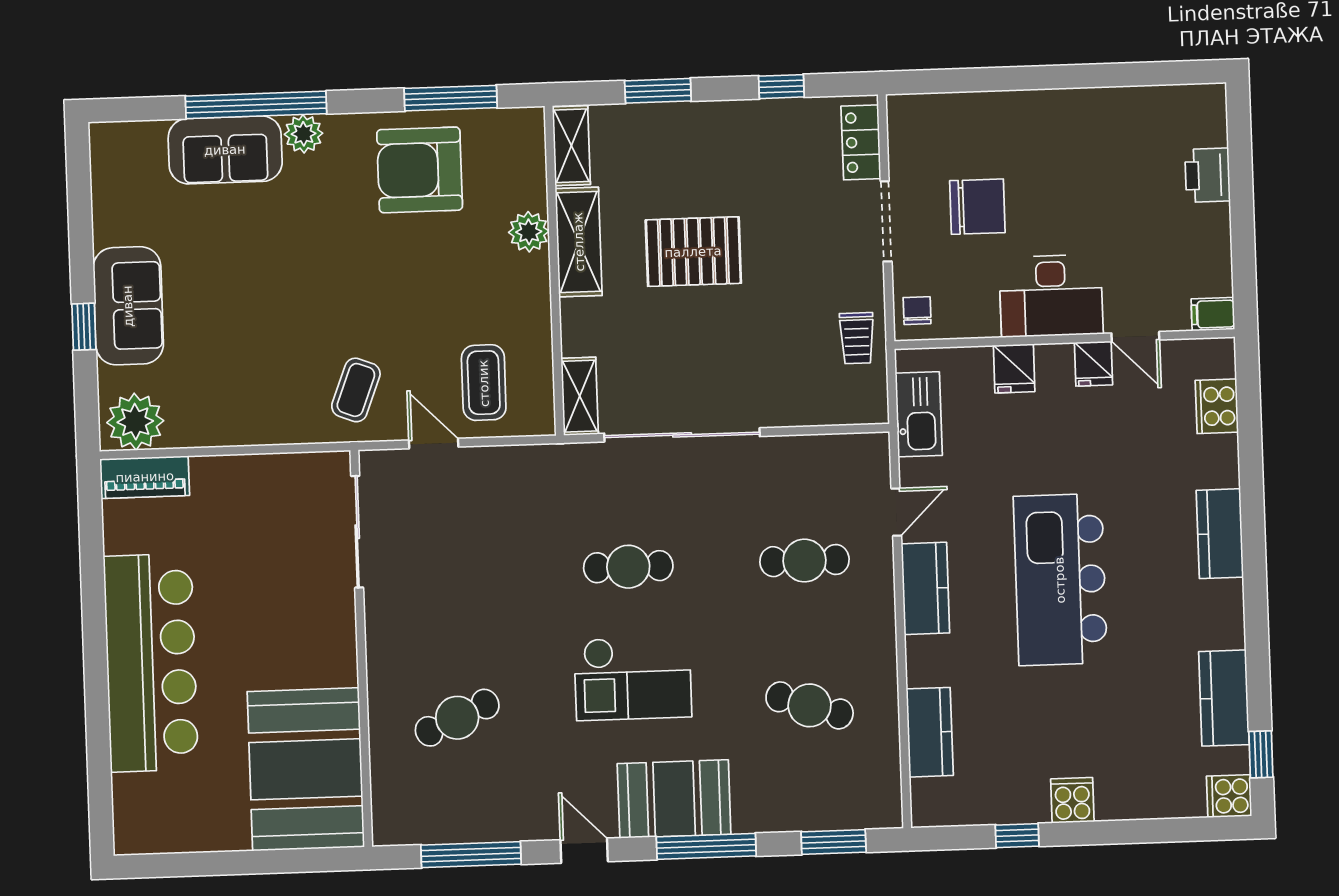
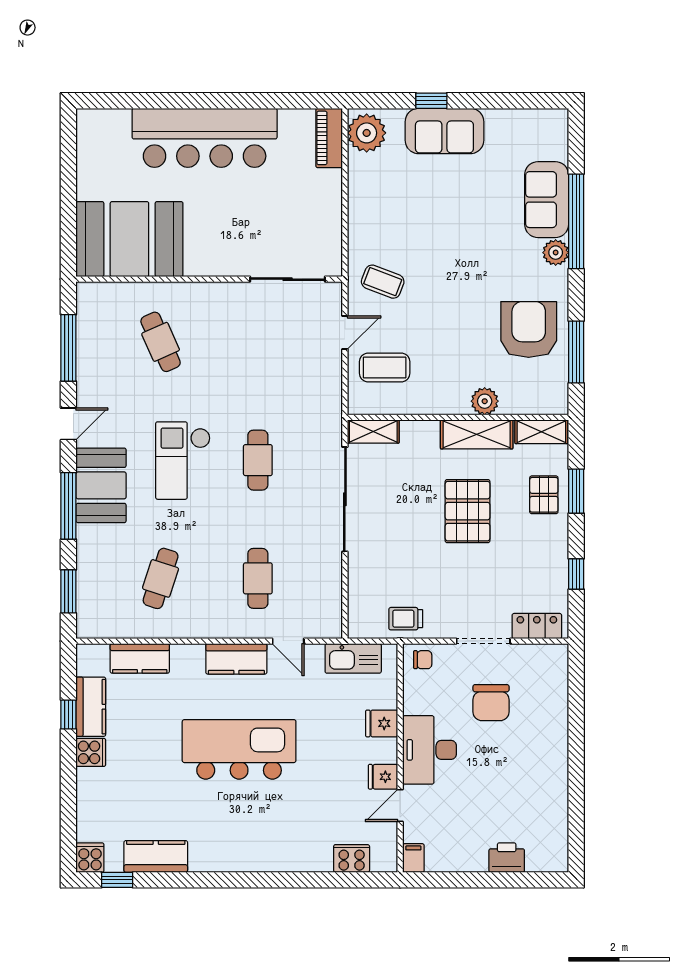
pallet: (665, 139) -> (544, 495), added
kitchen counter: (1220, 534) -> (91, 707), moved, turned 90

